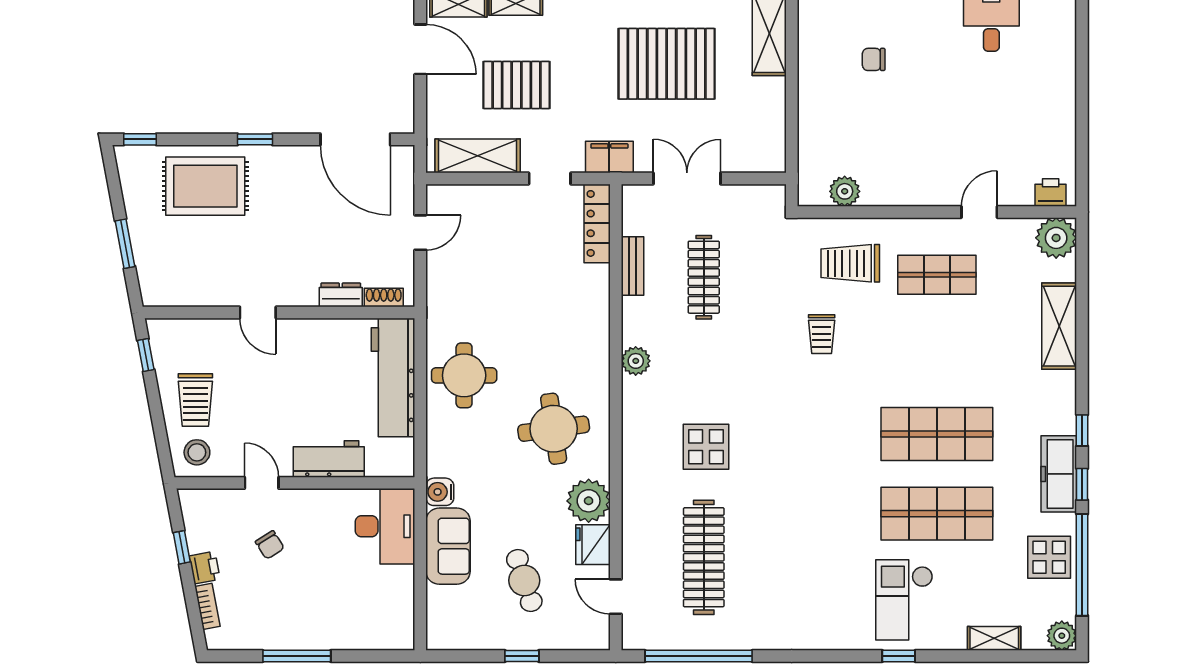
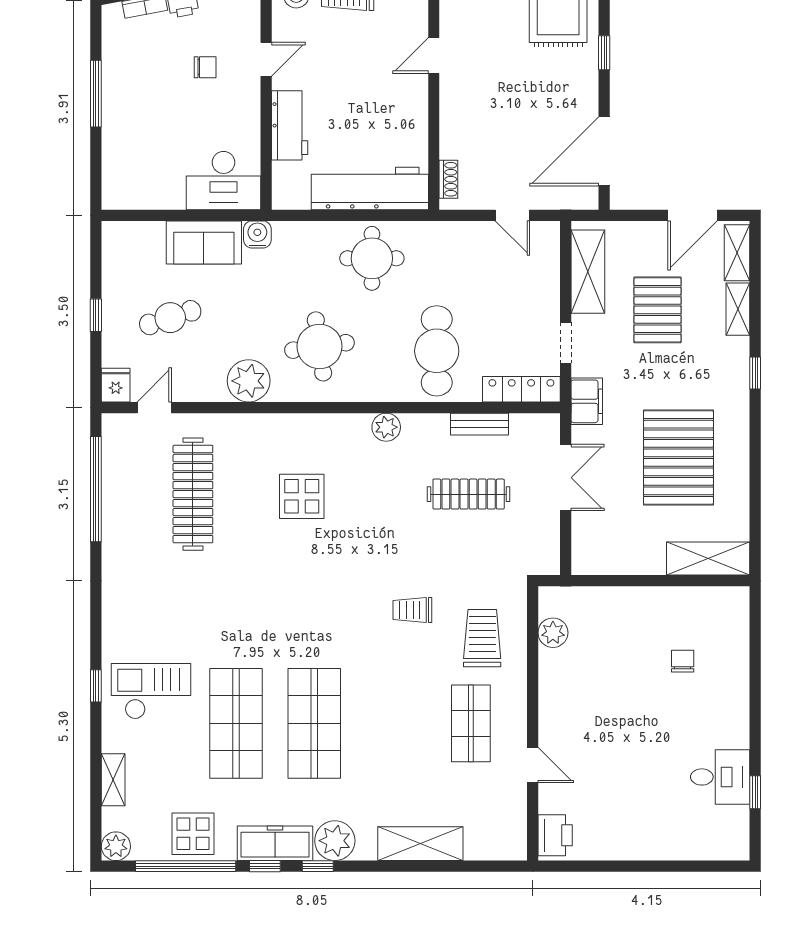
printer: (1051, 192) -> (555, 835), width x1.36, depth x1.24
plant: (1056, 238) -> (335, 841), moved
dresser: (341, 295) -> (451, 137), removed
cafe table: (558, 310) -> (437, 351), added
chair: (270, 545) -> (205, 67), turned -148
fridge: (593, 545) -> (116, 385), moved, width x0.72
clothes rail: (704, 557) -> (193, 494), turned 90

